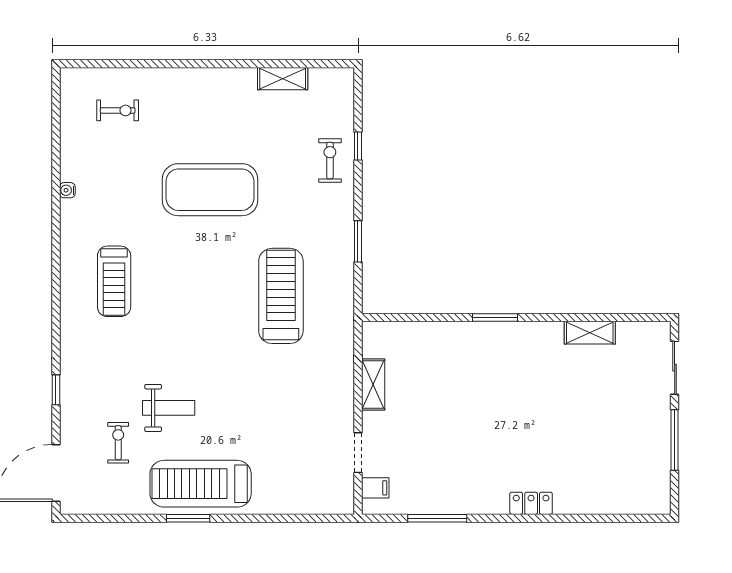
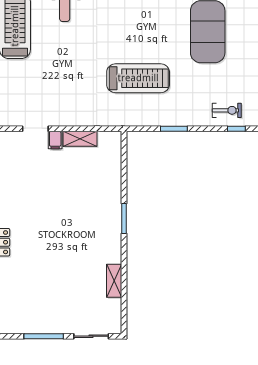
filing cabinet: (375, 488) -> (55, 140), moved

